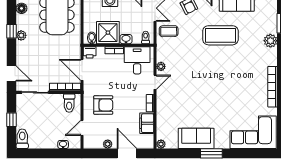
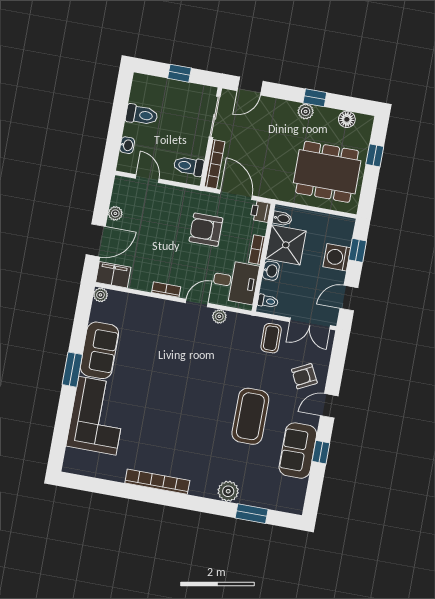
door: (82, 70) -> (236, 195), hinge flipped
door: (155, 82) -> (197, 303), swing flipped
armchair: (103, 105) -> (206, 230), moved, turned 90
filing cabinet: (147, 123) -> (113, 275), moved
corner sofa: (253, 132) -> (97, 416), moved
toilet: (22, 139) -> (142, 115), moved

